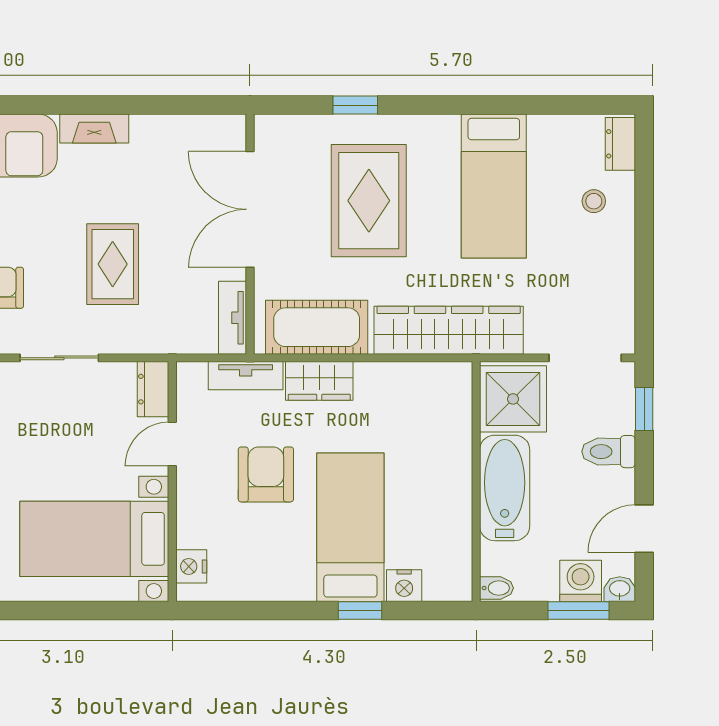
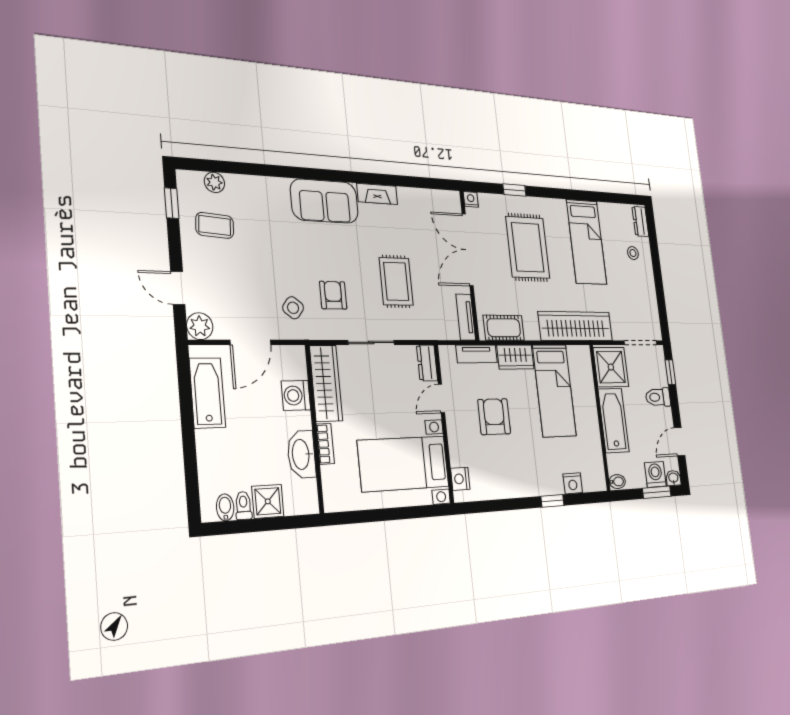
nightstand: (267, 126) -> (471, 199), added
cot: (317, 327) -> (504, 328), width x0.73, depth x0.75
bed: (350, 527) -> (554, 390), moved, turned 180

